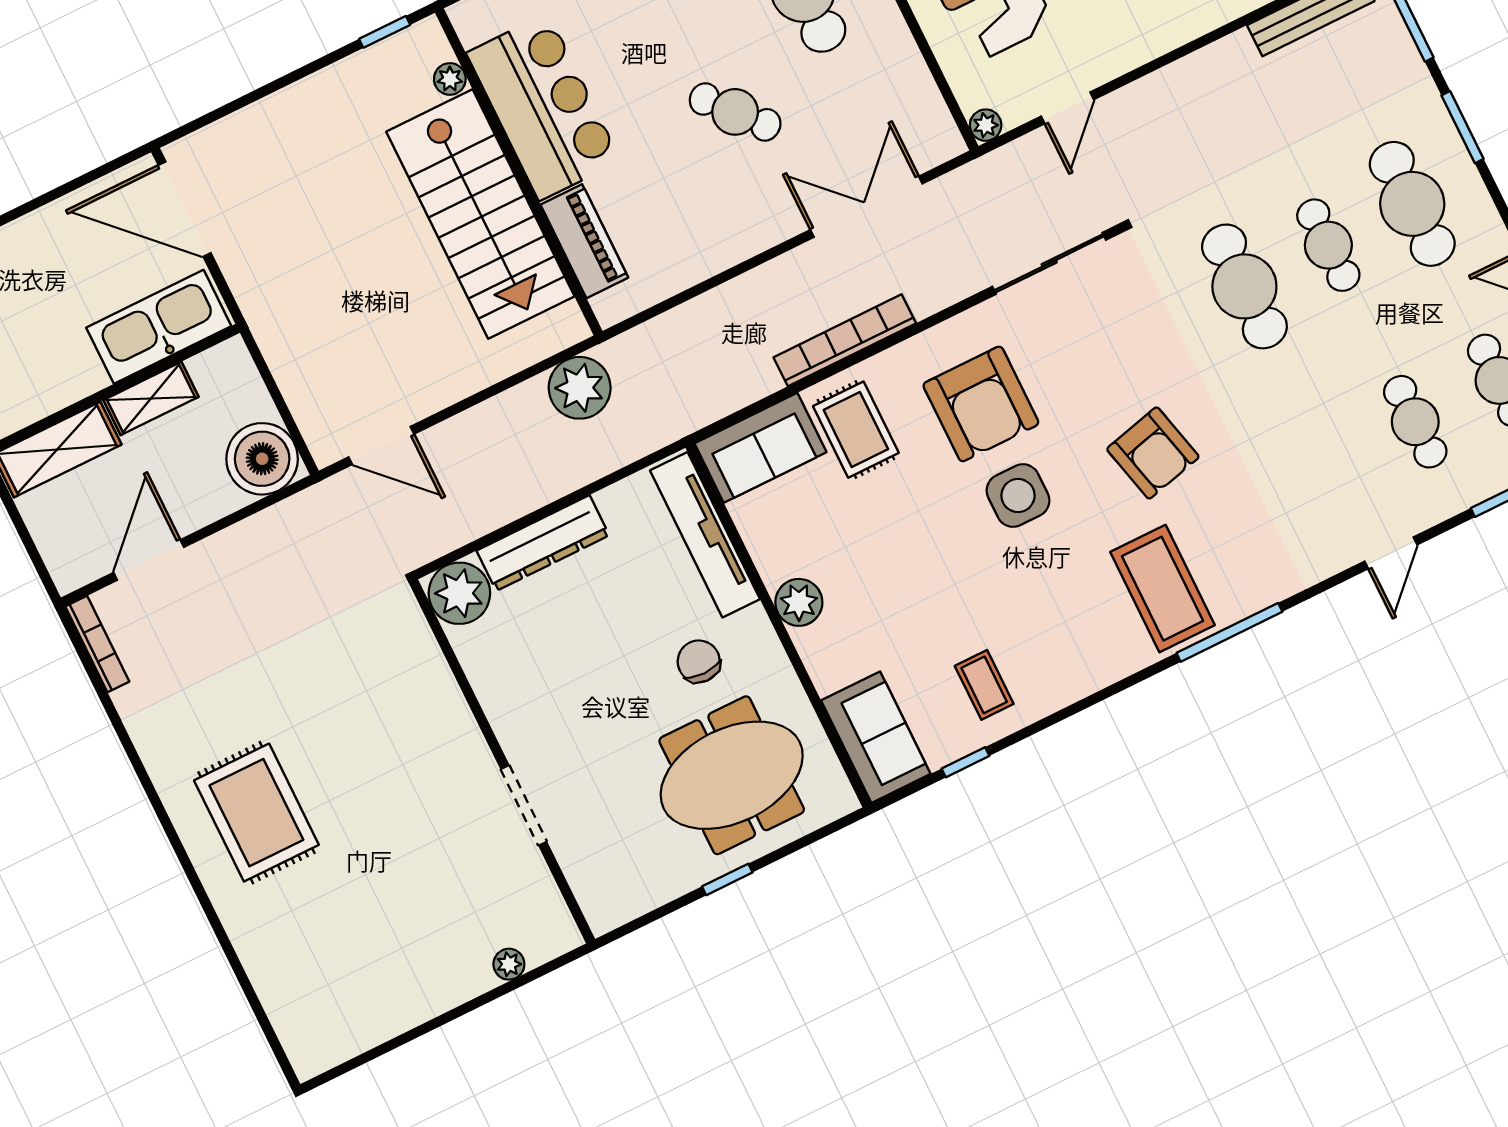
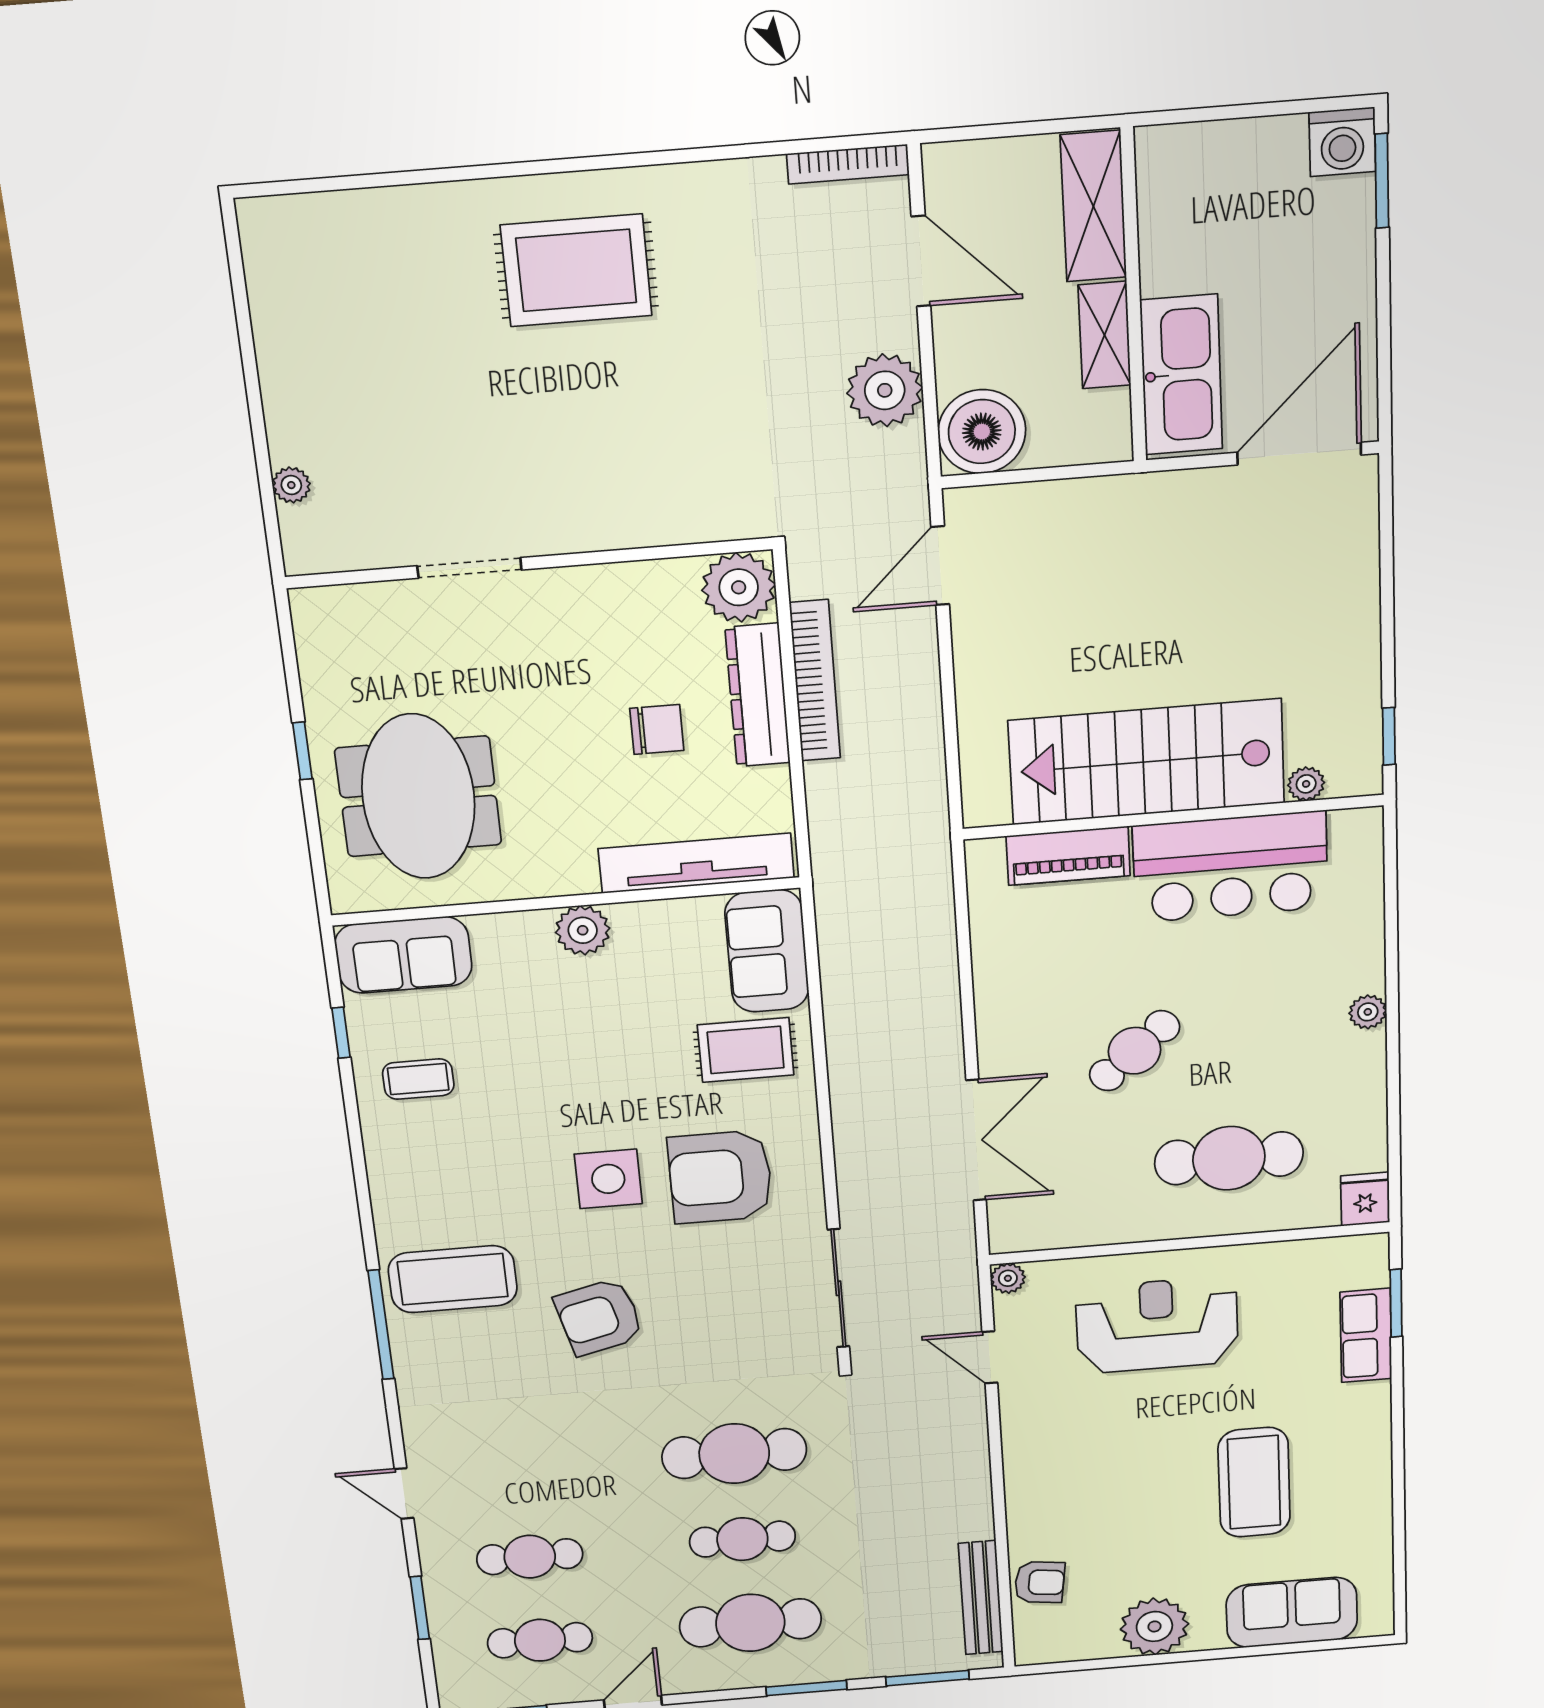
bookcase: (845, 340) -> (815, 681), moved
plant: (580, 388) -> (885, 390), moved
chair: (699, 661) -> (657, 729), moved

